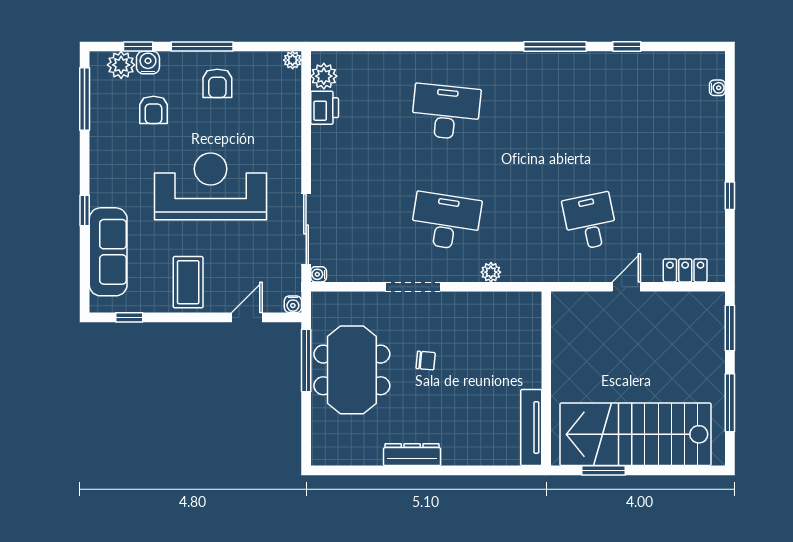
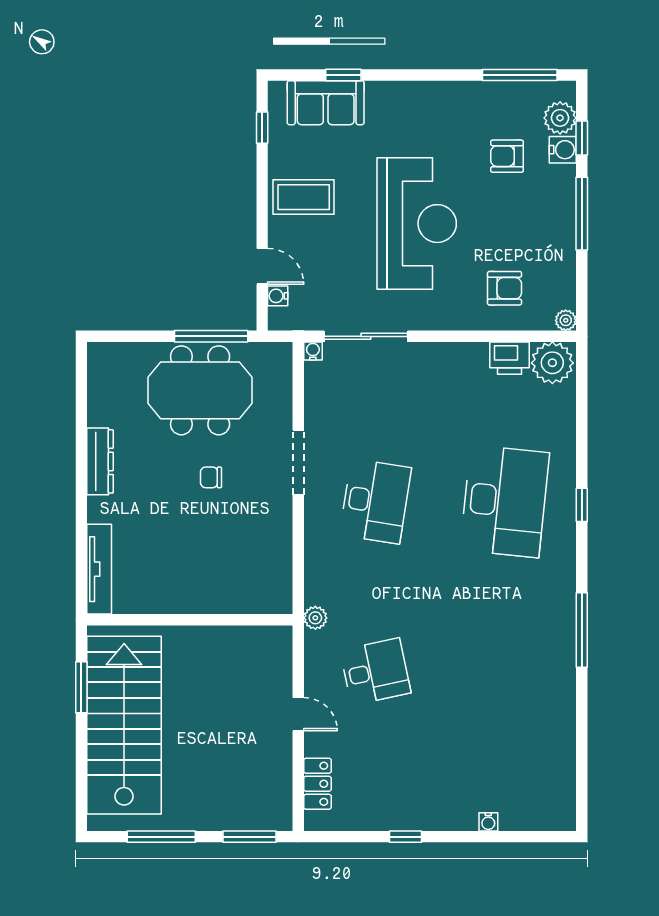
window: (627, 47) -> (582, 505), moved
plant: (324, 76) -> (552, 363), width x1.36, depth x1.36
armchair: (217, 83) -> (505, 288), moved, turned 180
water cooler: (717, 88) -> (488, 822), moved
desk: (446, 112) -> (505, 501), width x1.36, depth x1.30
window: (85, 210) -> (343, 75), moved
sofa: (108, 252) -> (326, 103), width x0.73
plant: (491, 272) -> (315, 618), moved
water cooler: (293, 304) -> (278, 296), moved
chair: (426, 361) -> (211, 477), turned 85
tv unit: (531, 428) -> (99, 569), moved, turned 90

